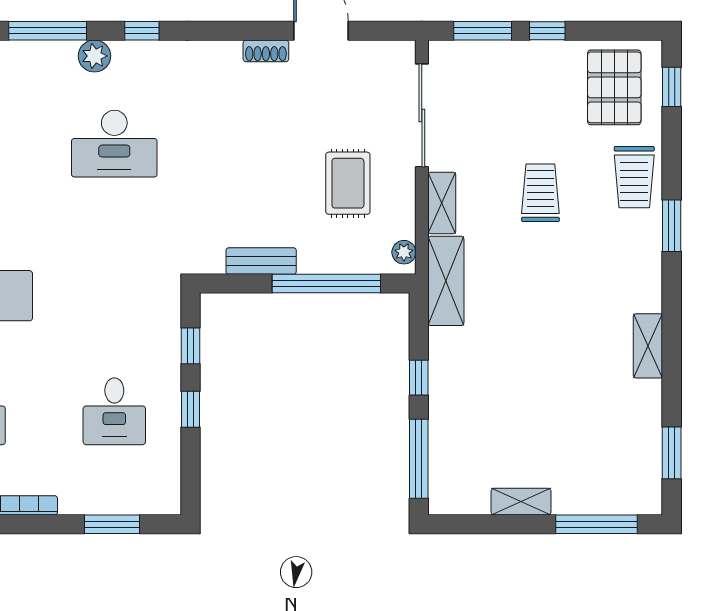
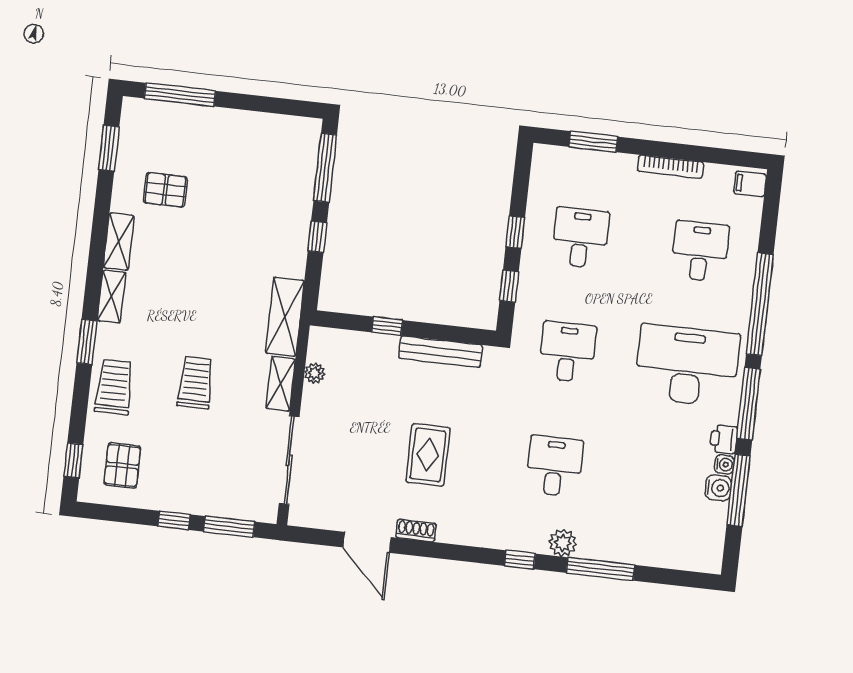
pallet: (614, 87) -> (122, 466), width x0.67, depth x0.71
desk: (114, 144) -> (554, 466), width x0.73
rug: (348, 183) -> (428, 455), moved
trolley: (540, 193) -> (196, 383), turned 180
plant: (404, 252) -> (315, 373), moved
bench: (261, 261) -> (441, 352), width x1.36
desk: (114, 277) -> (567, 352), added
window: (326, 284) -> (387, 326), width x0.32
pallet: (601, 412) -> (165, 190), added
shelving: (521, 502) -> (111, 297), moved, turned 90

